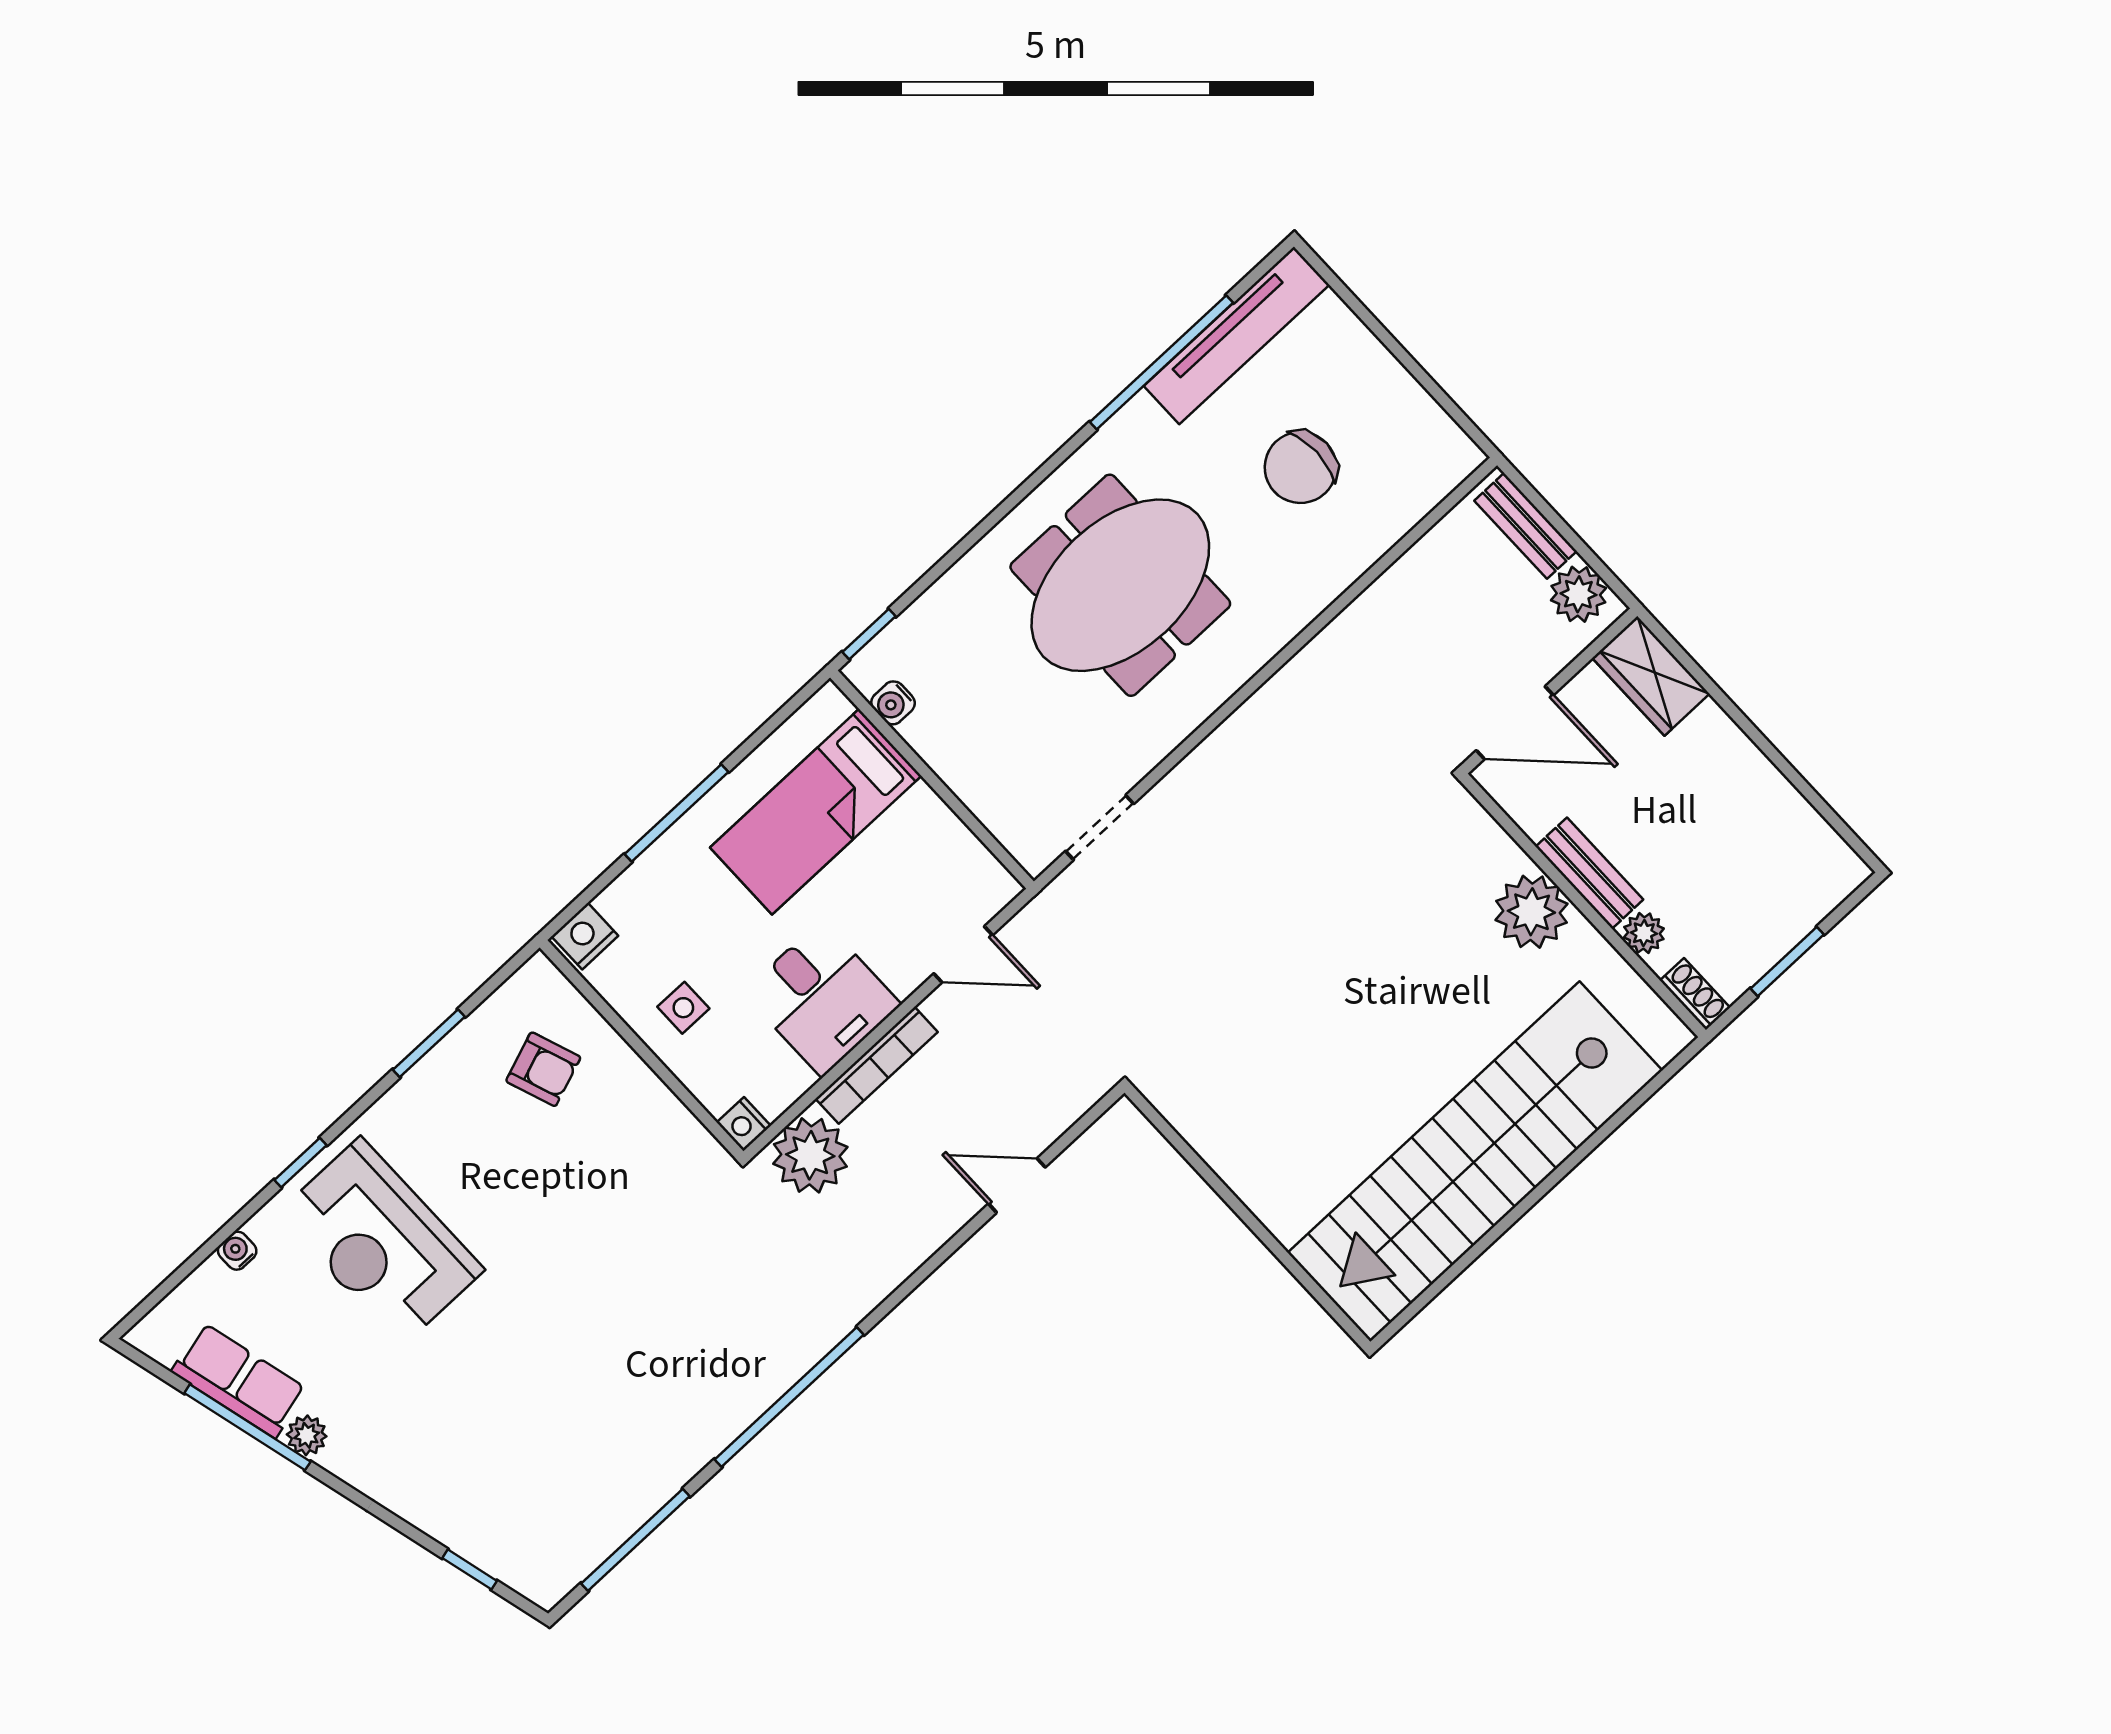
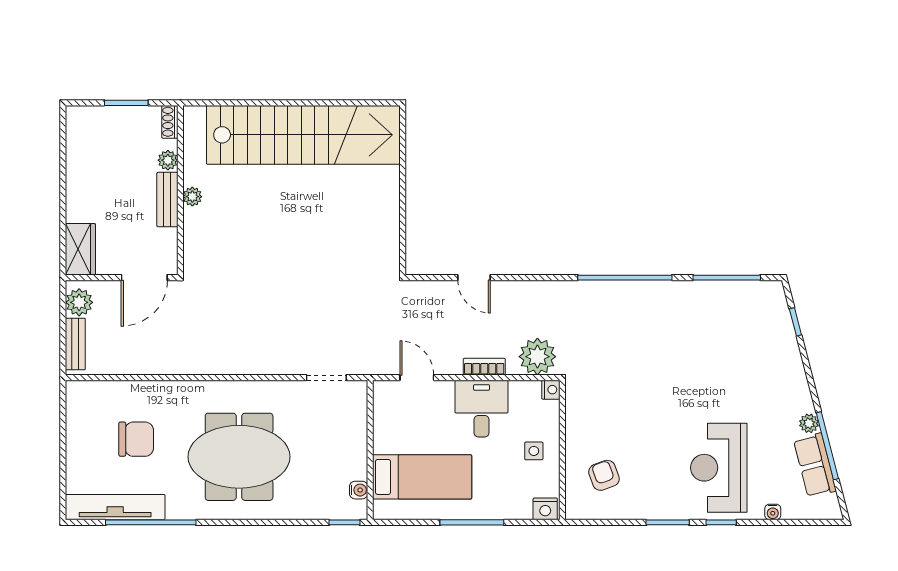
door: (1515, 723) -> (144, 278), swing flipped
plant: (1531, 912) -> (192, 197), width x0.53, depth x0.53
window: (429, 1043) -> (668, 522), moved
bookcase: (877, 1065) -> (484, 367), width x0.64
reception desk: (381, 1242) -> (719, 468), turned 180

